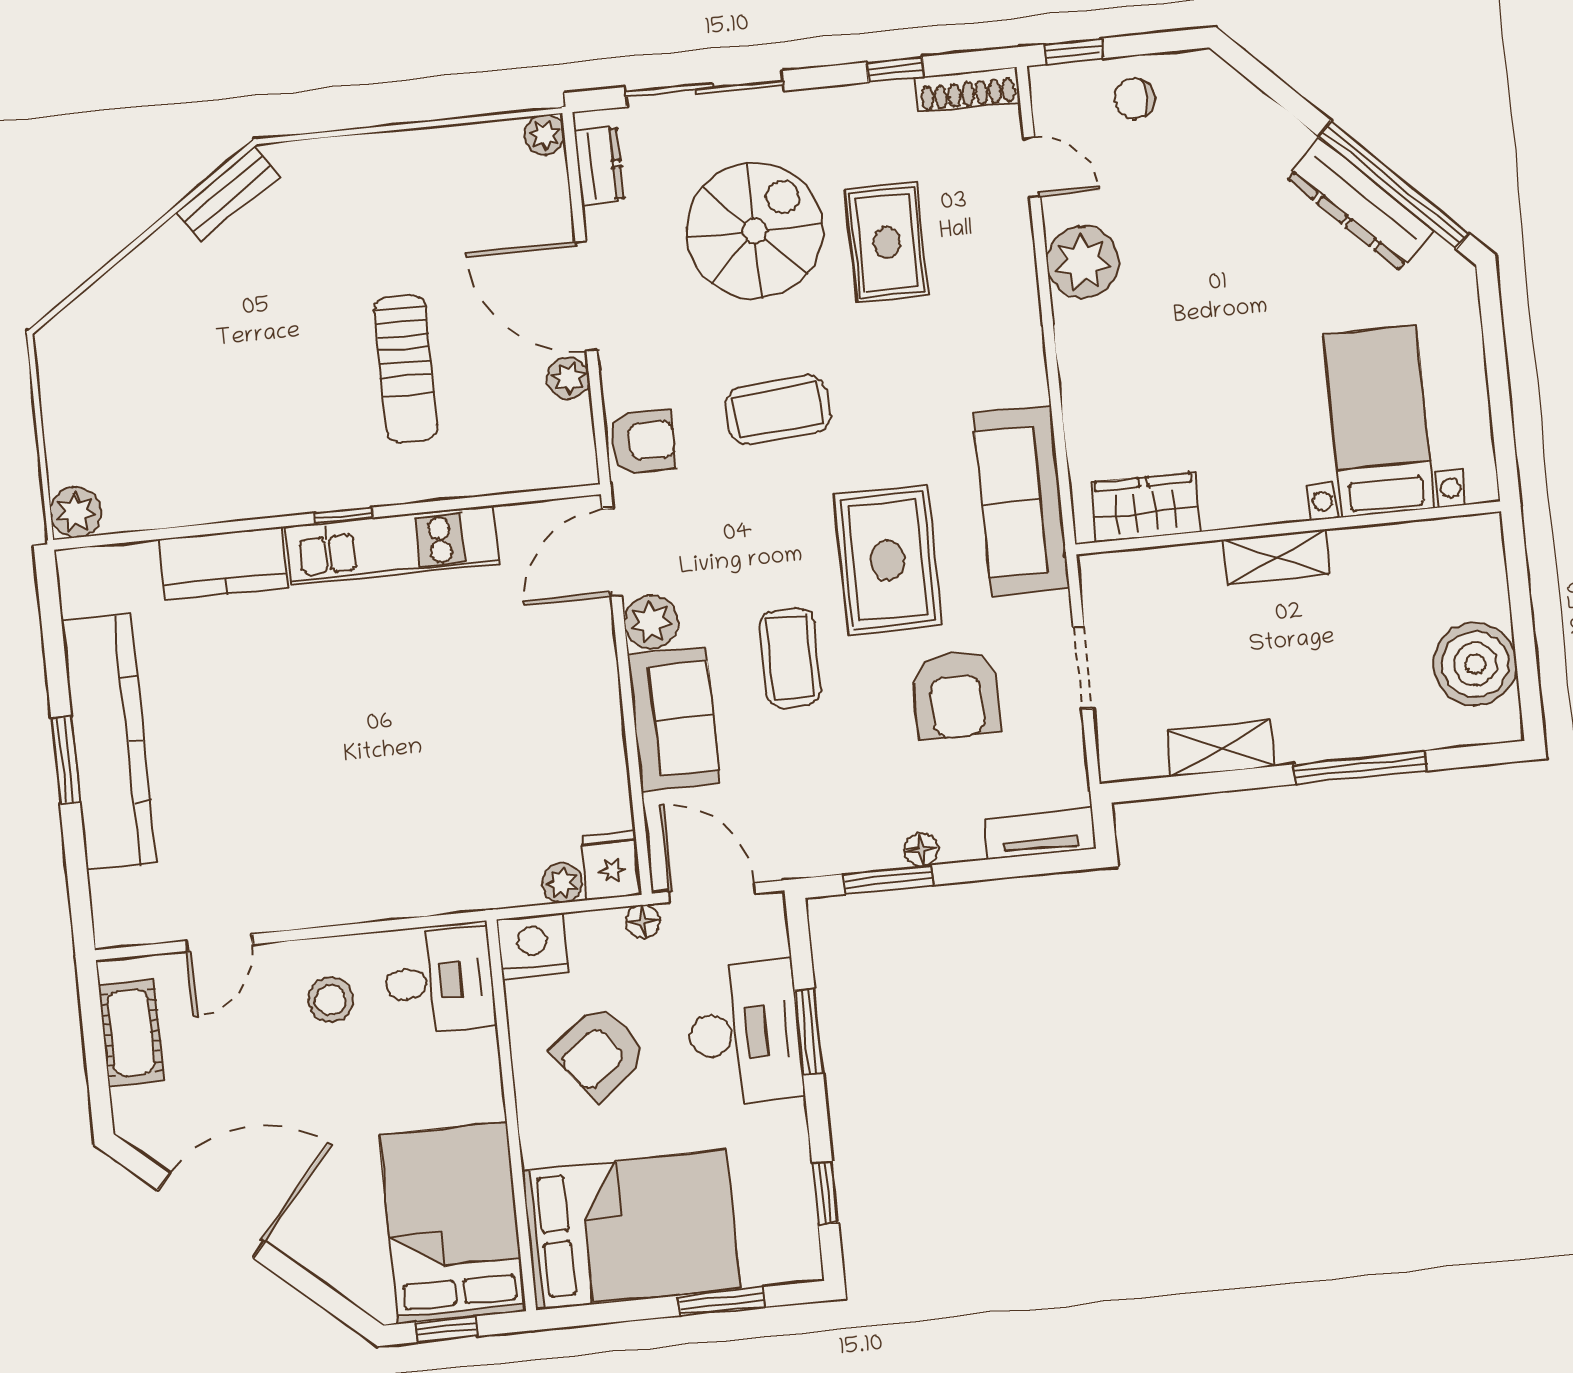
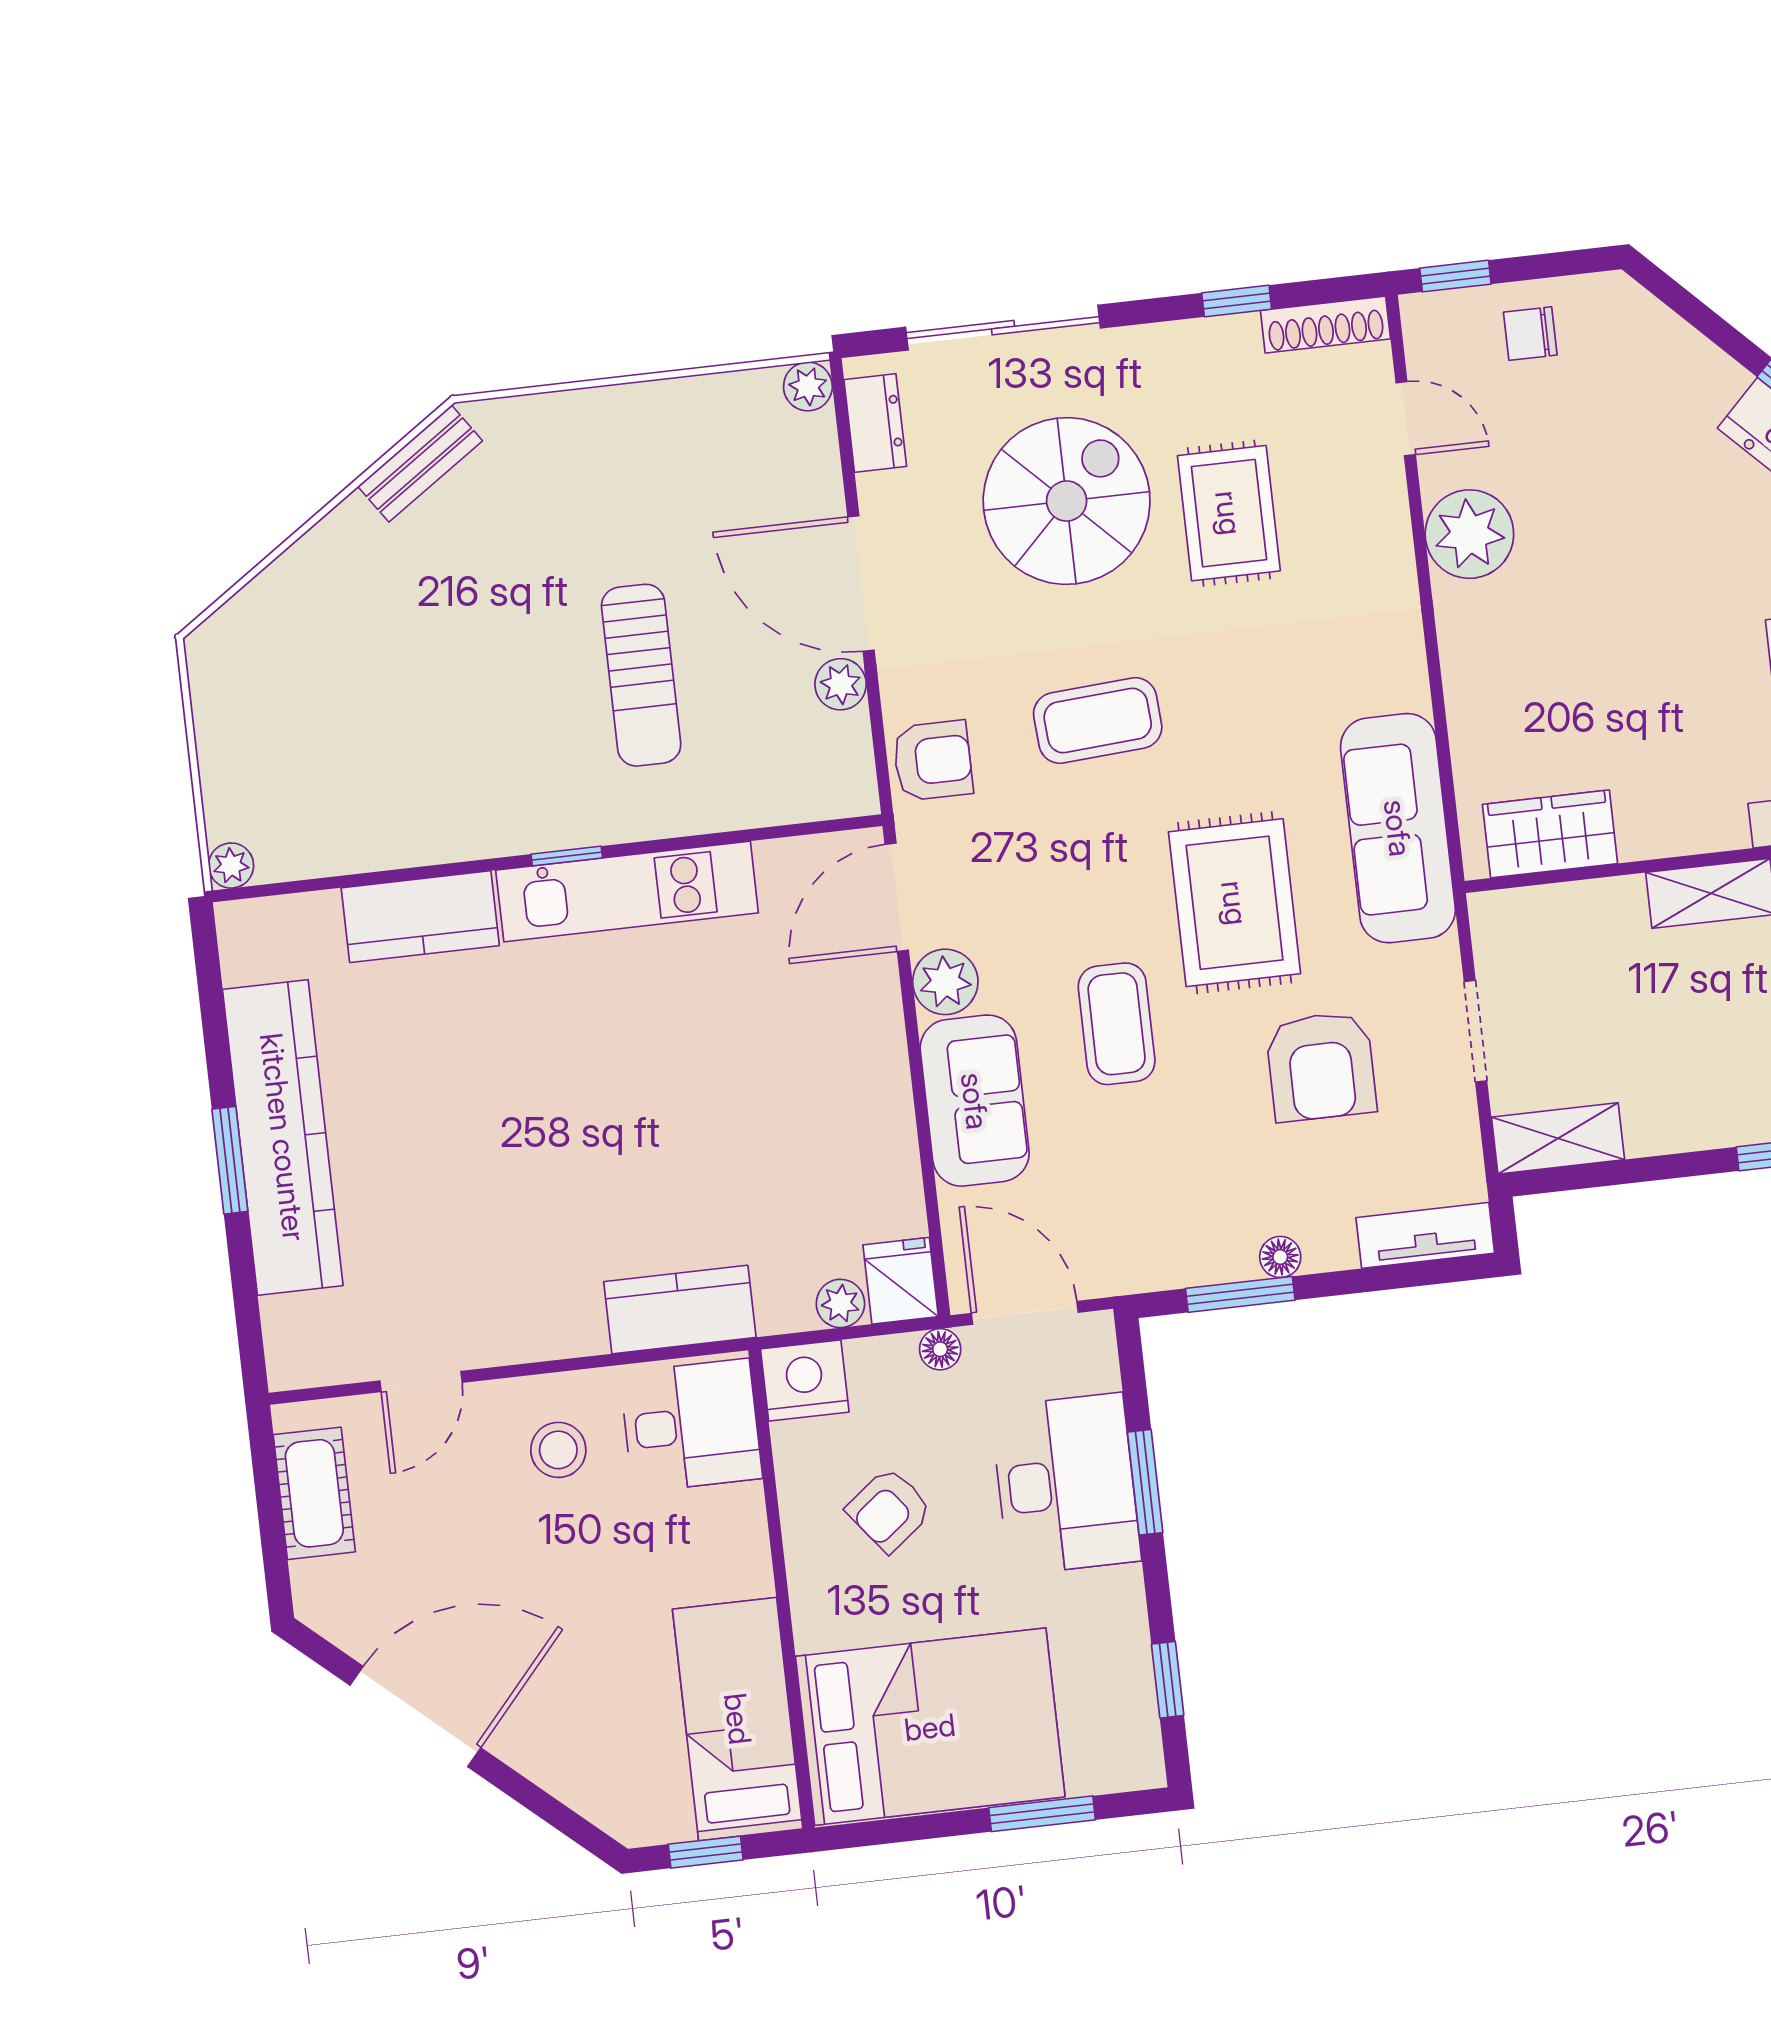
plant: (76, 512) -> (231, 866), width x0.73, depth x0.73
shelving: (1221, 748) -> (1558, 1138), moved
kitchen counter: (431, 886) -> (680, 1310), added
armchair: (600, 1052) -> (889, 1510), width x0.72, depth x0.72
bed: (453, 1223) -> (738, 1719), width x0.67

